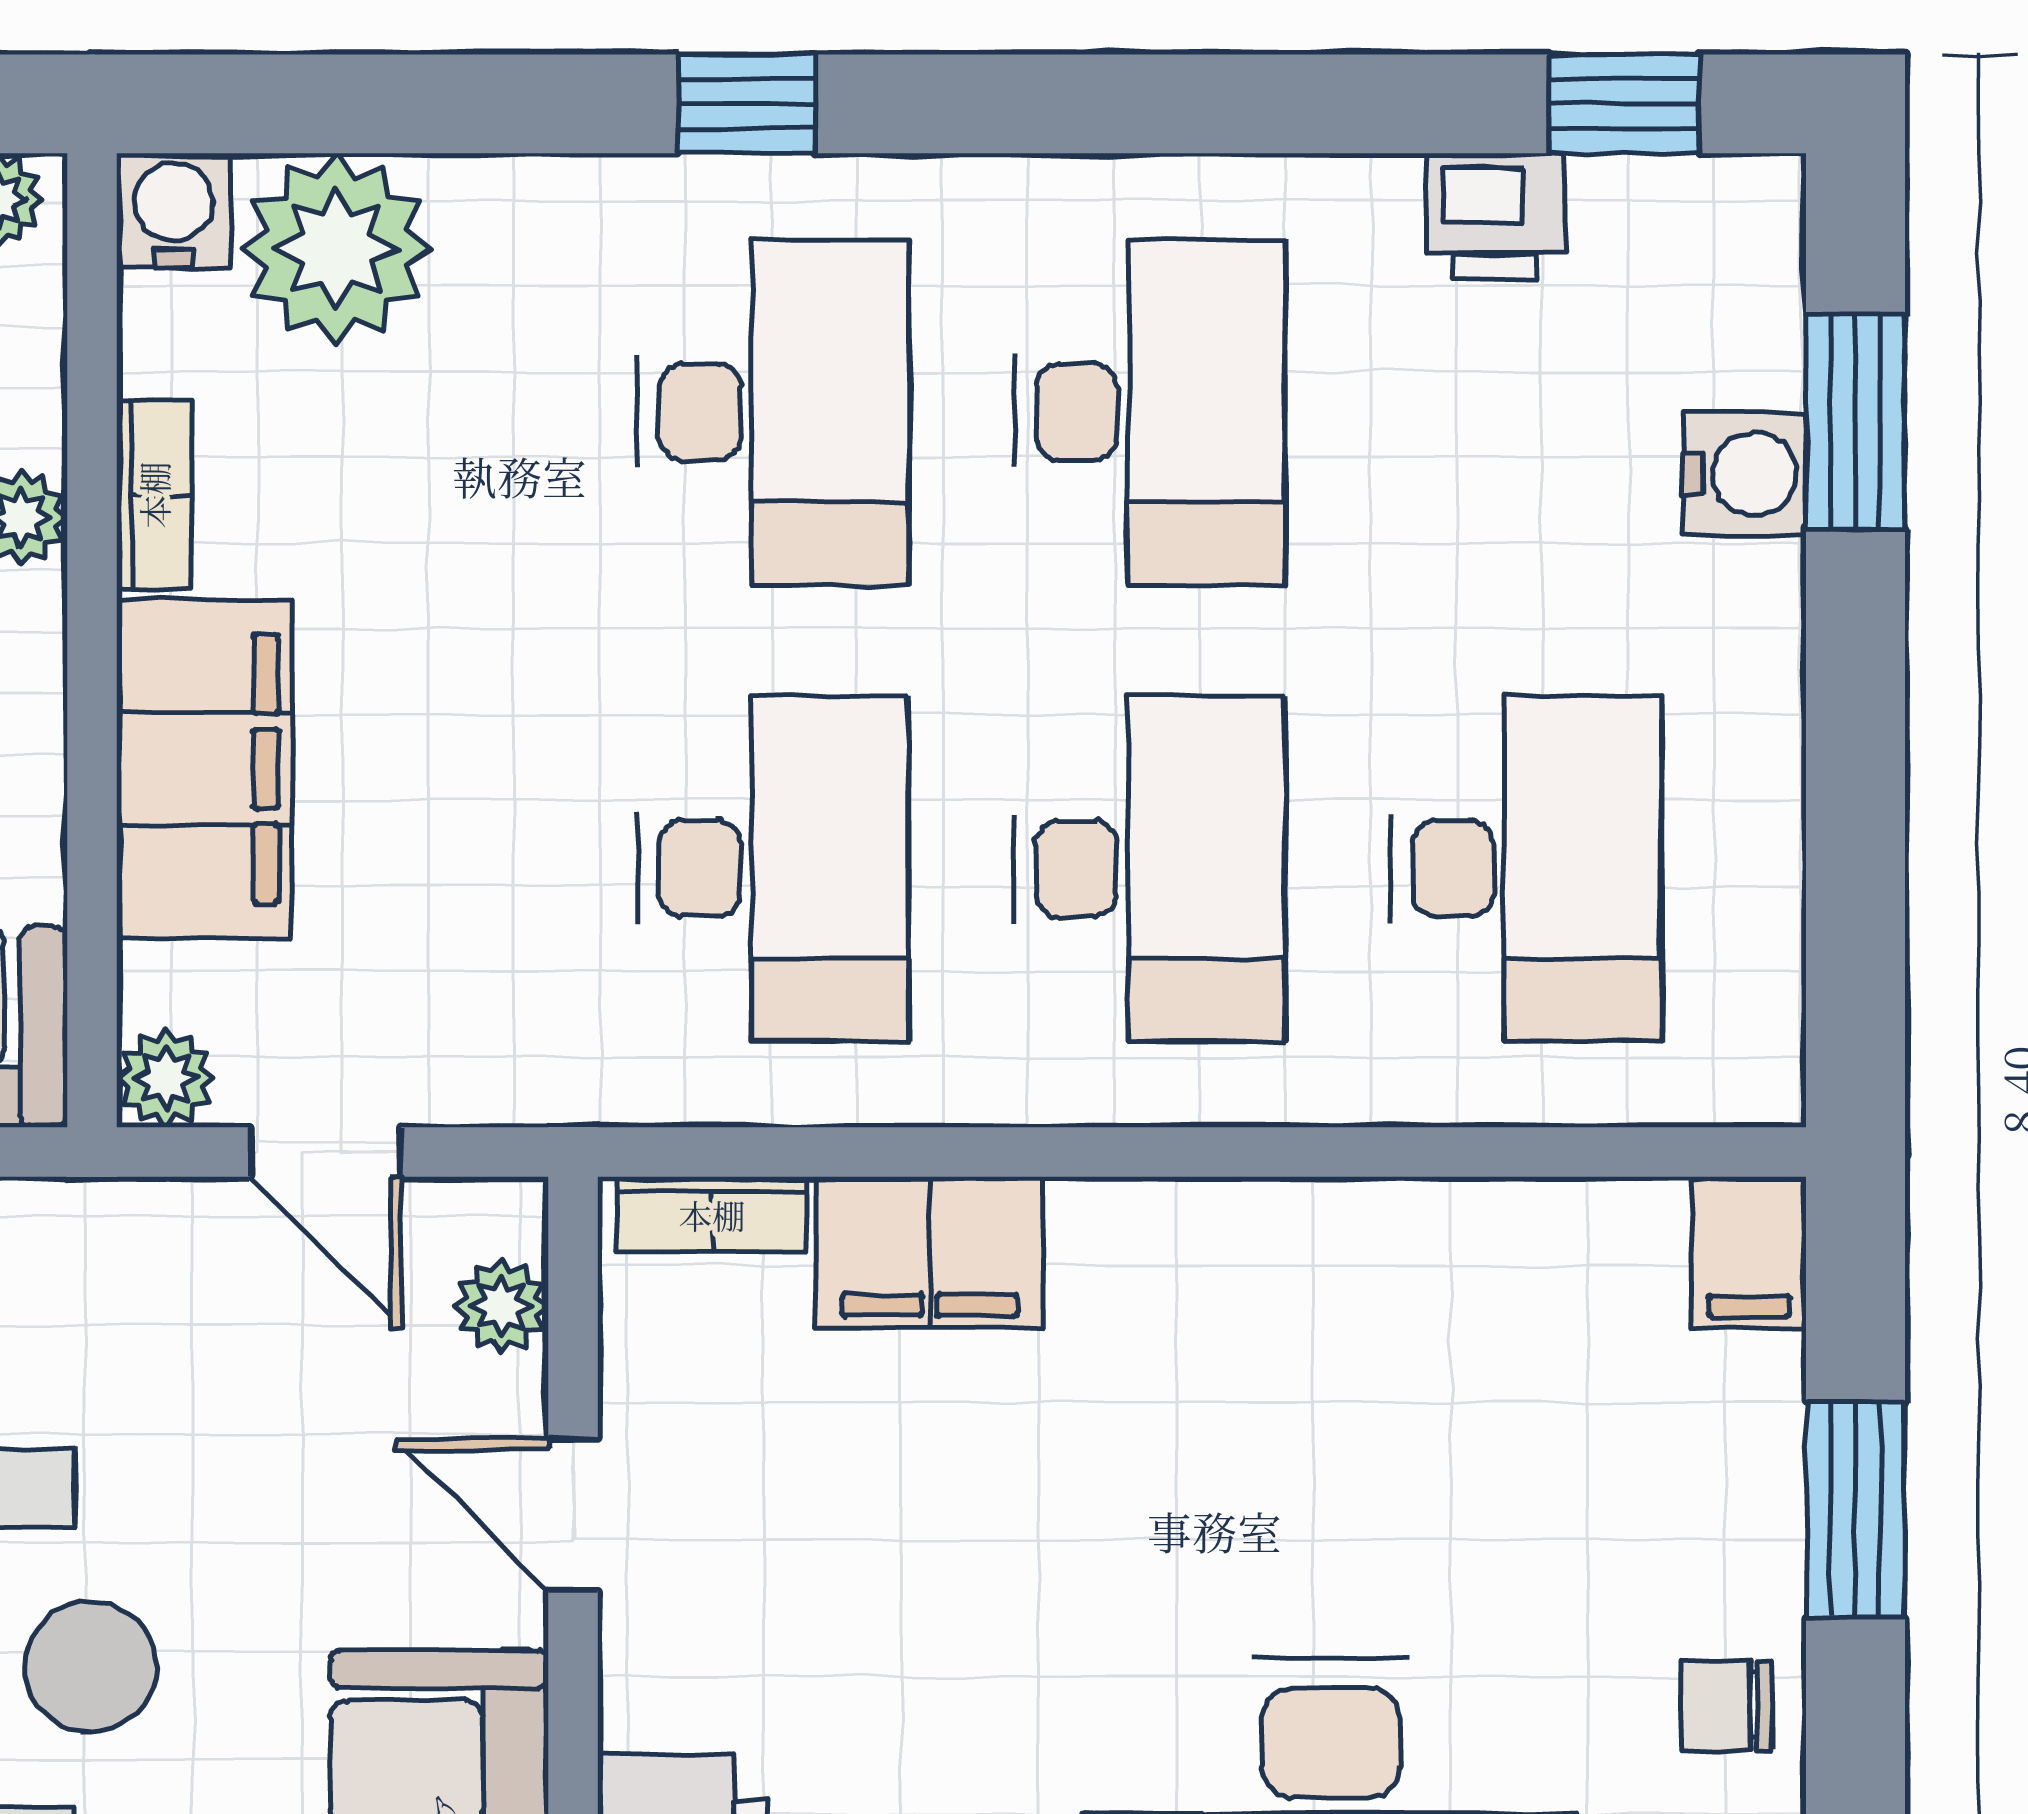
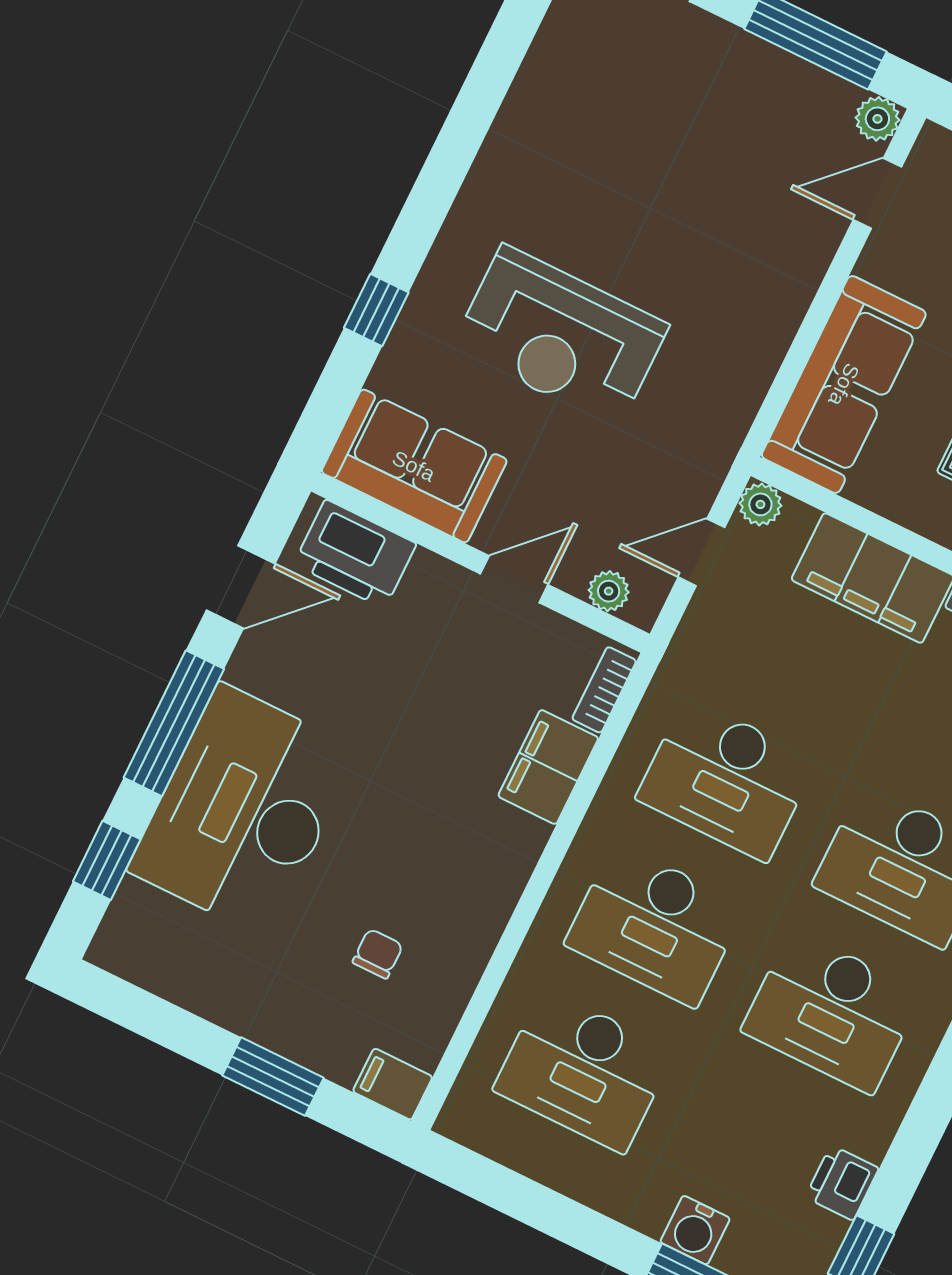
chair: (1727, 1706) -> (378, 954), moved

